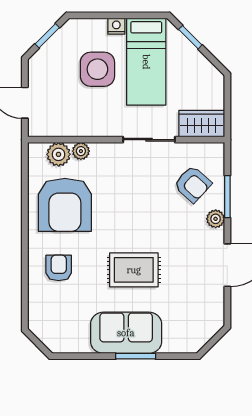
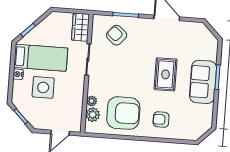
armchair: (193, 184) -> (117, 35), turned -91
plant: (216, 219) -> (138, 23), removed

